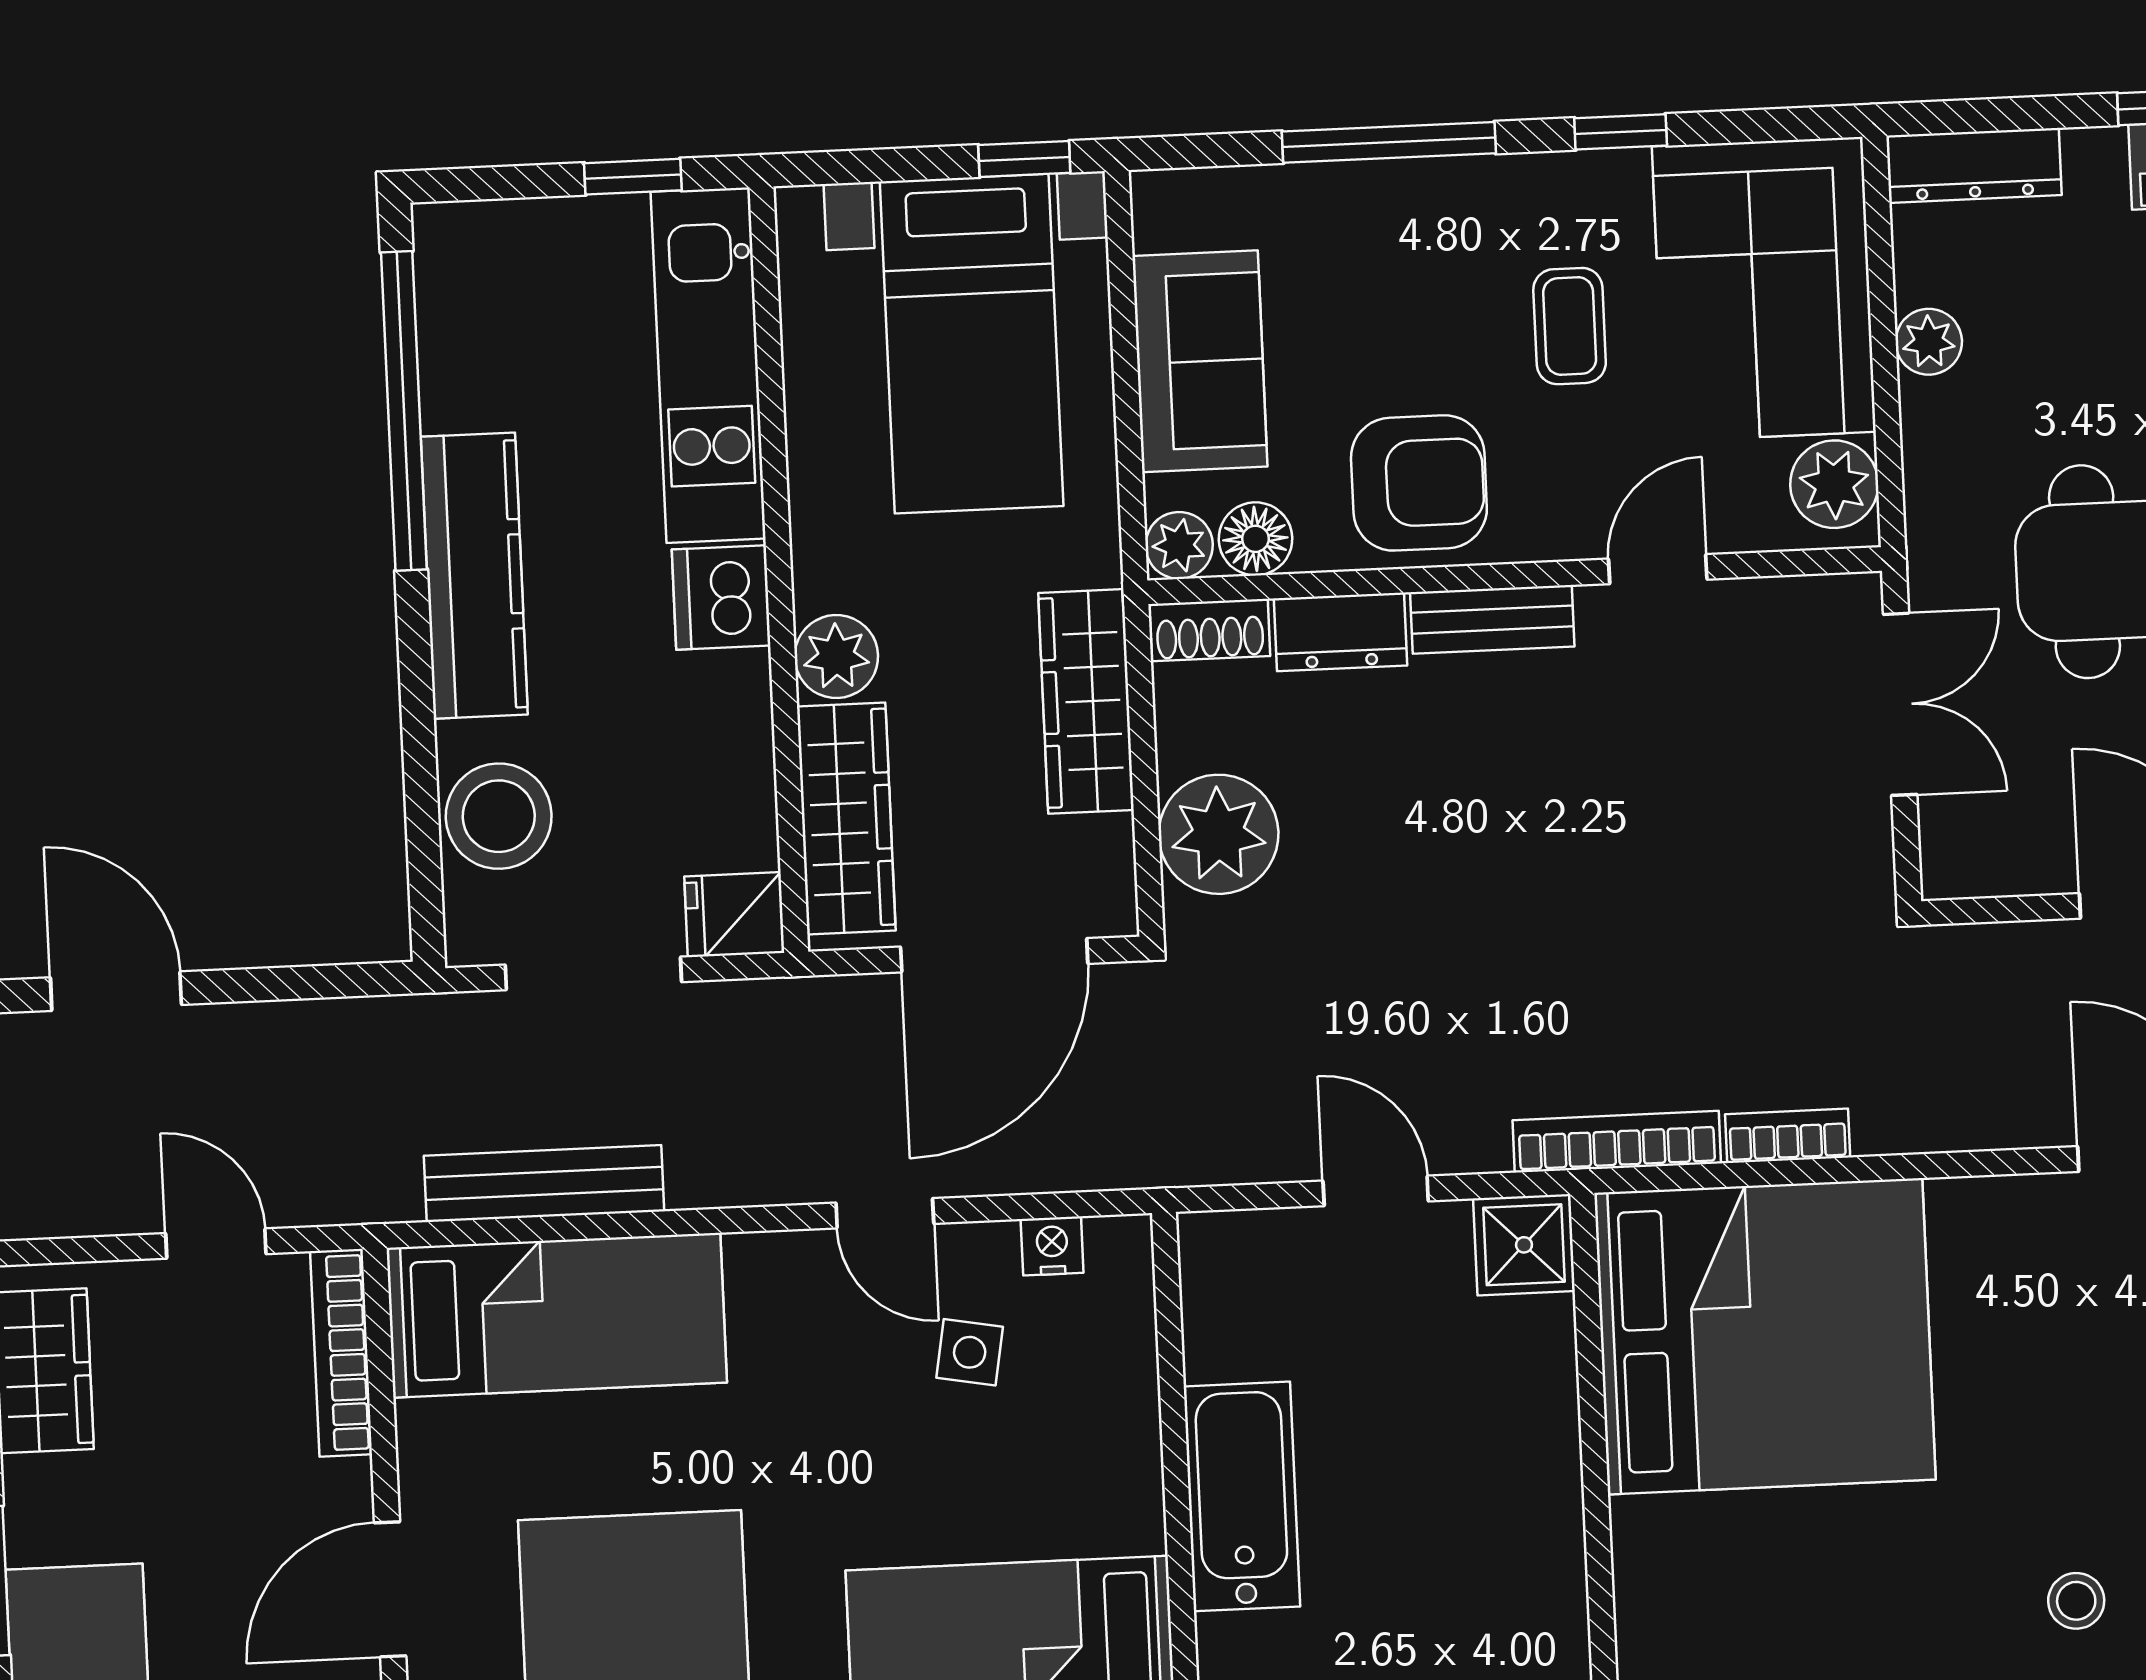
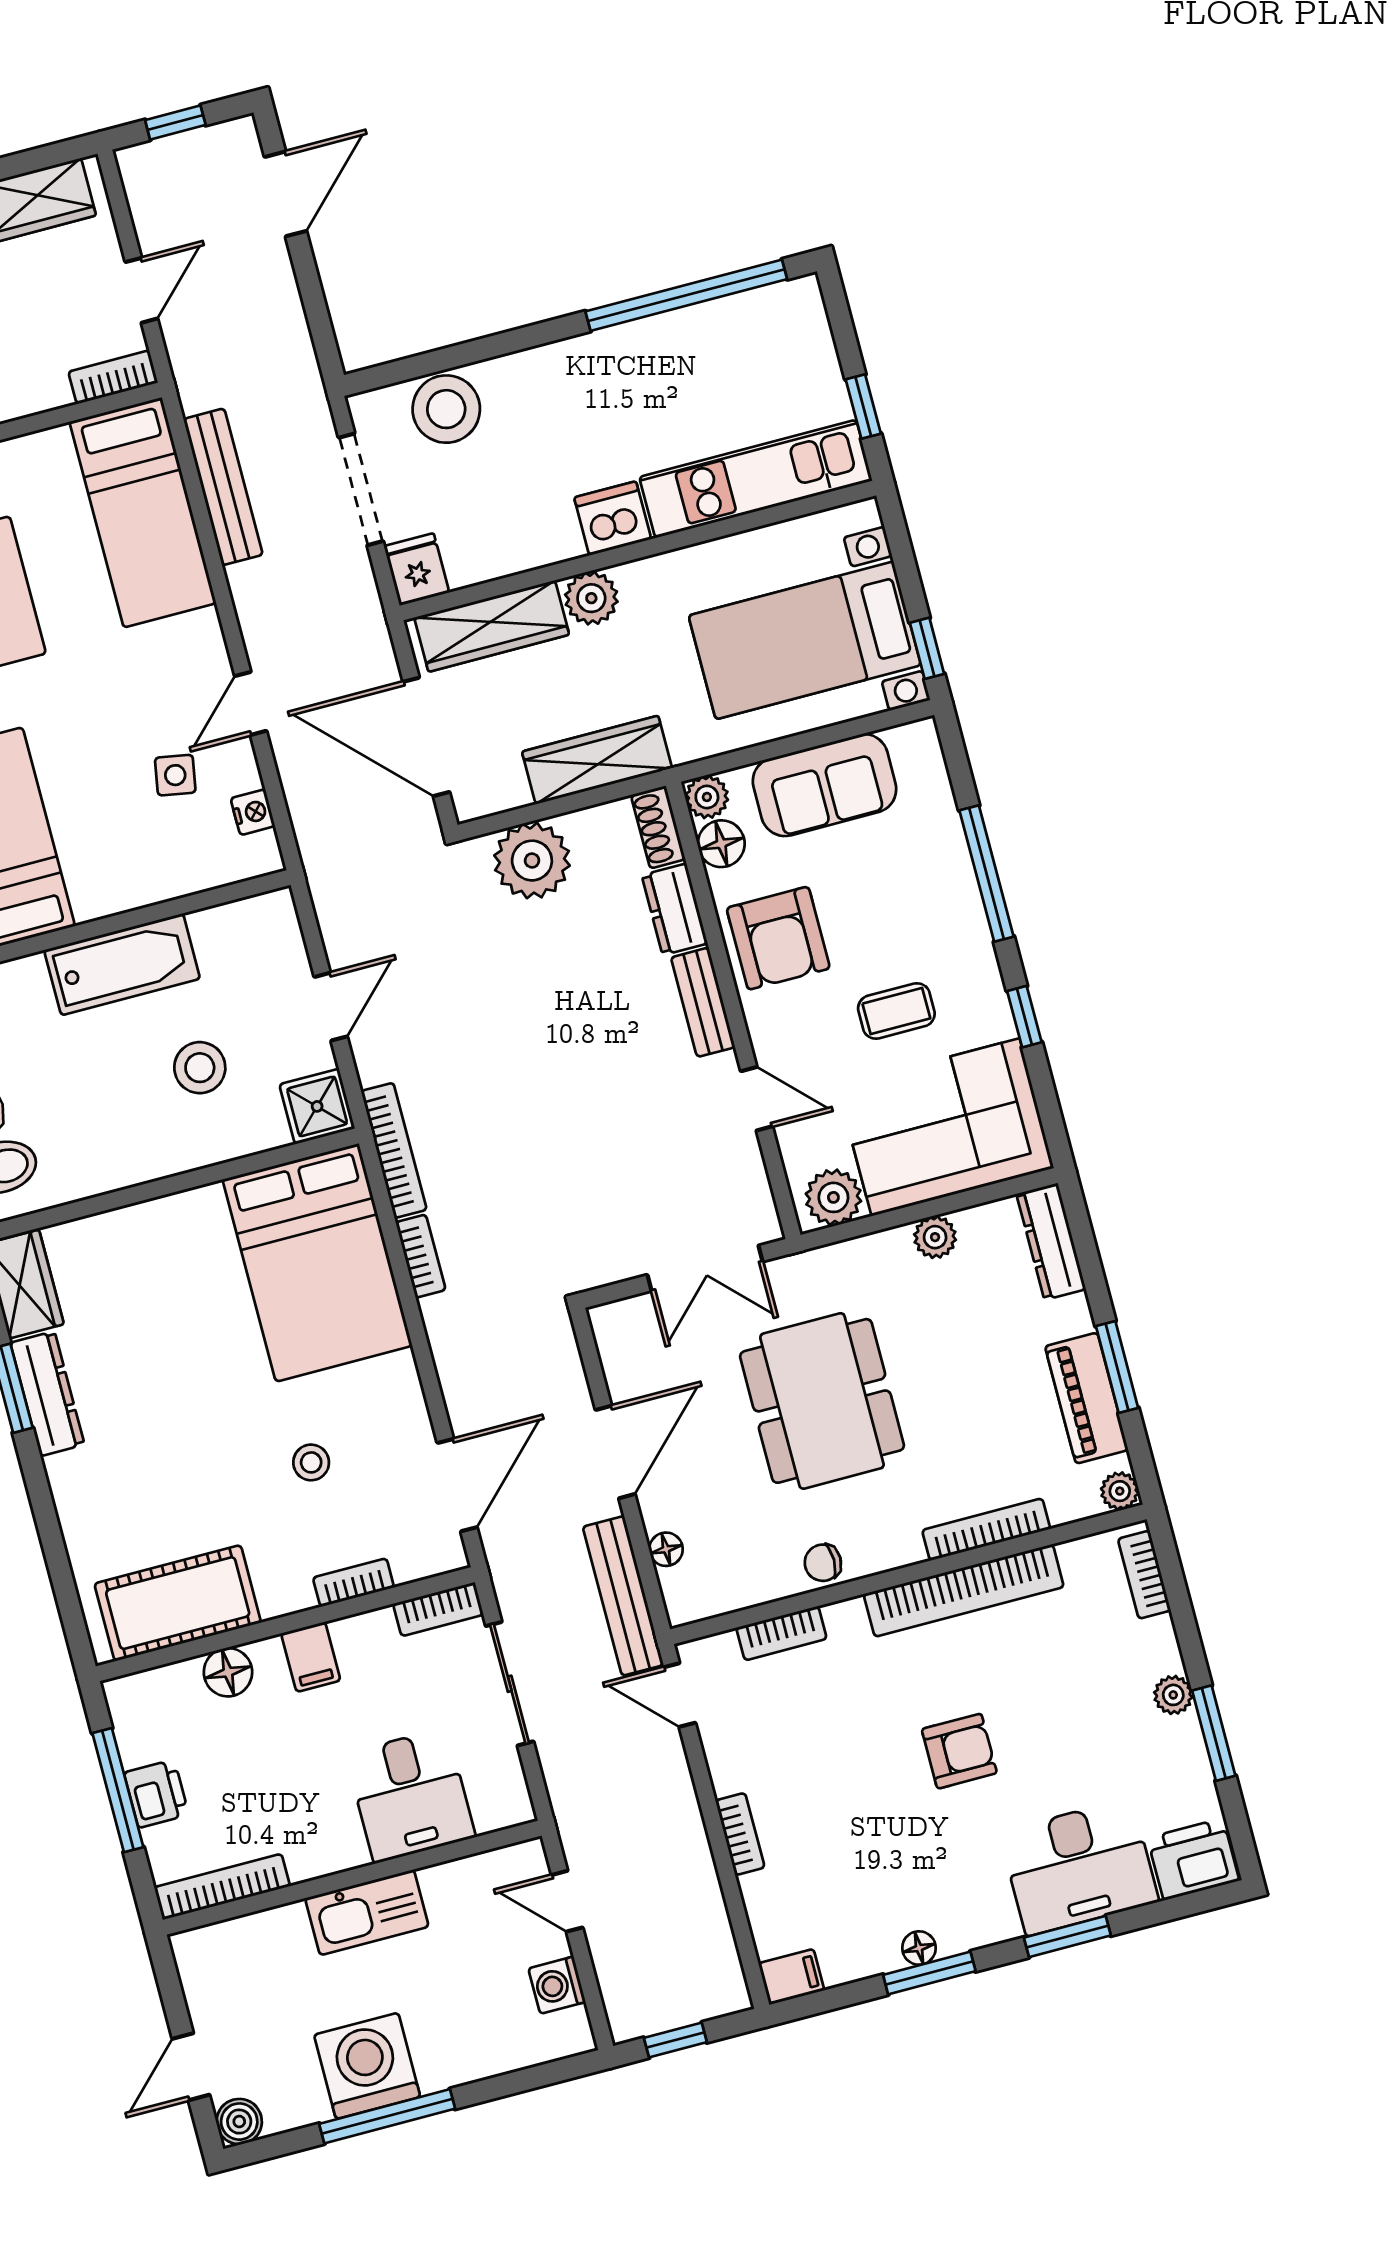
kitchen counter: (474, 576) -> (593, 361), removed
bed: (1765, 1336) -> (317, 1263), width x0.73
bookcase: (341, 1353) -> (113, 377), width x0.64
stool: (1426, 1412) -> (200, 1068), added
stool: (2076, 1601) -> (311, 1462), moved

